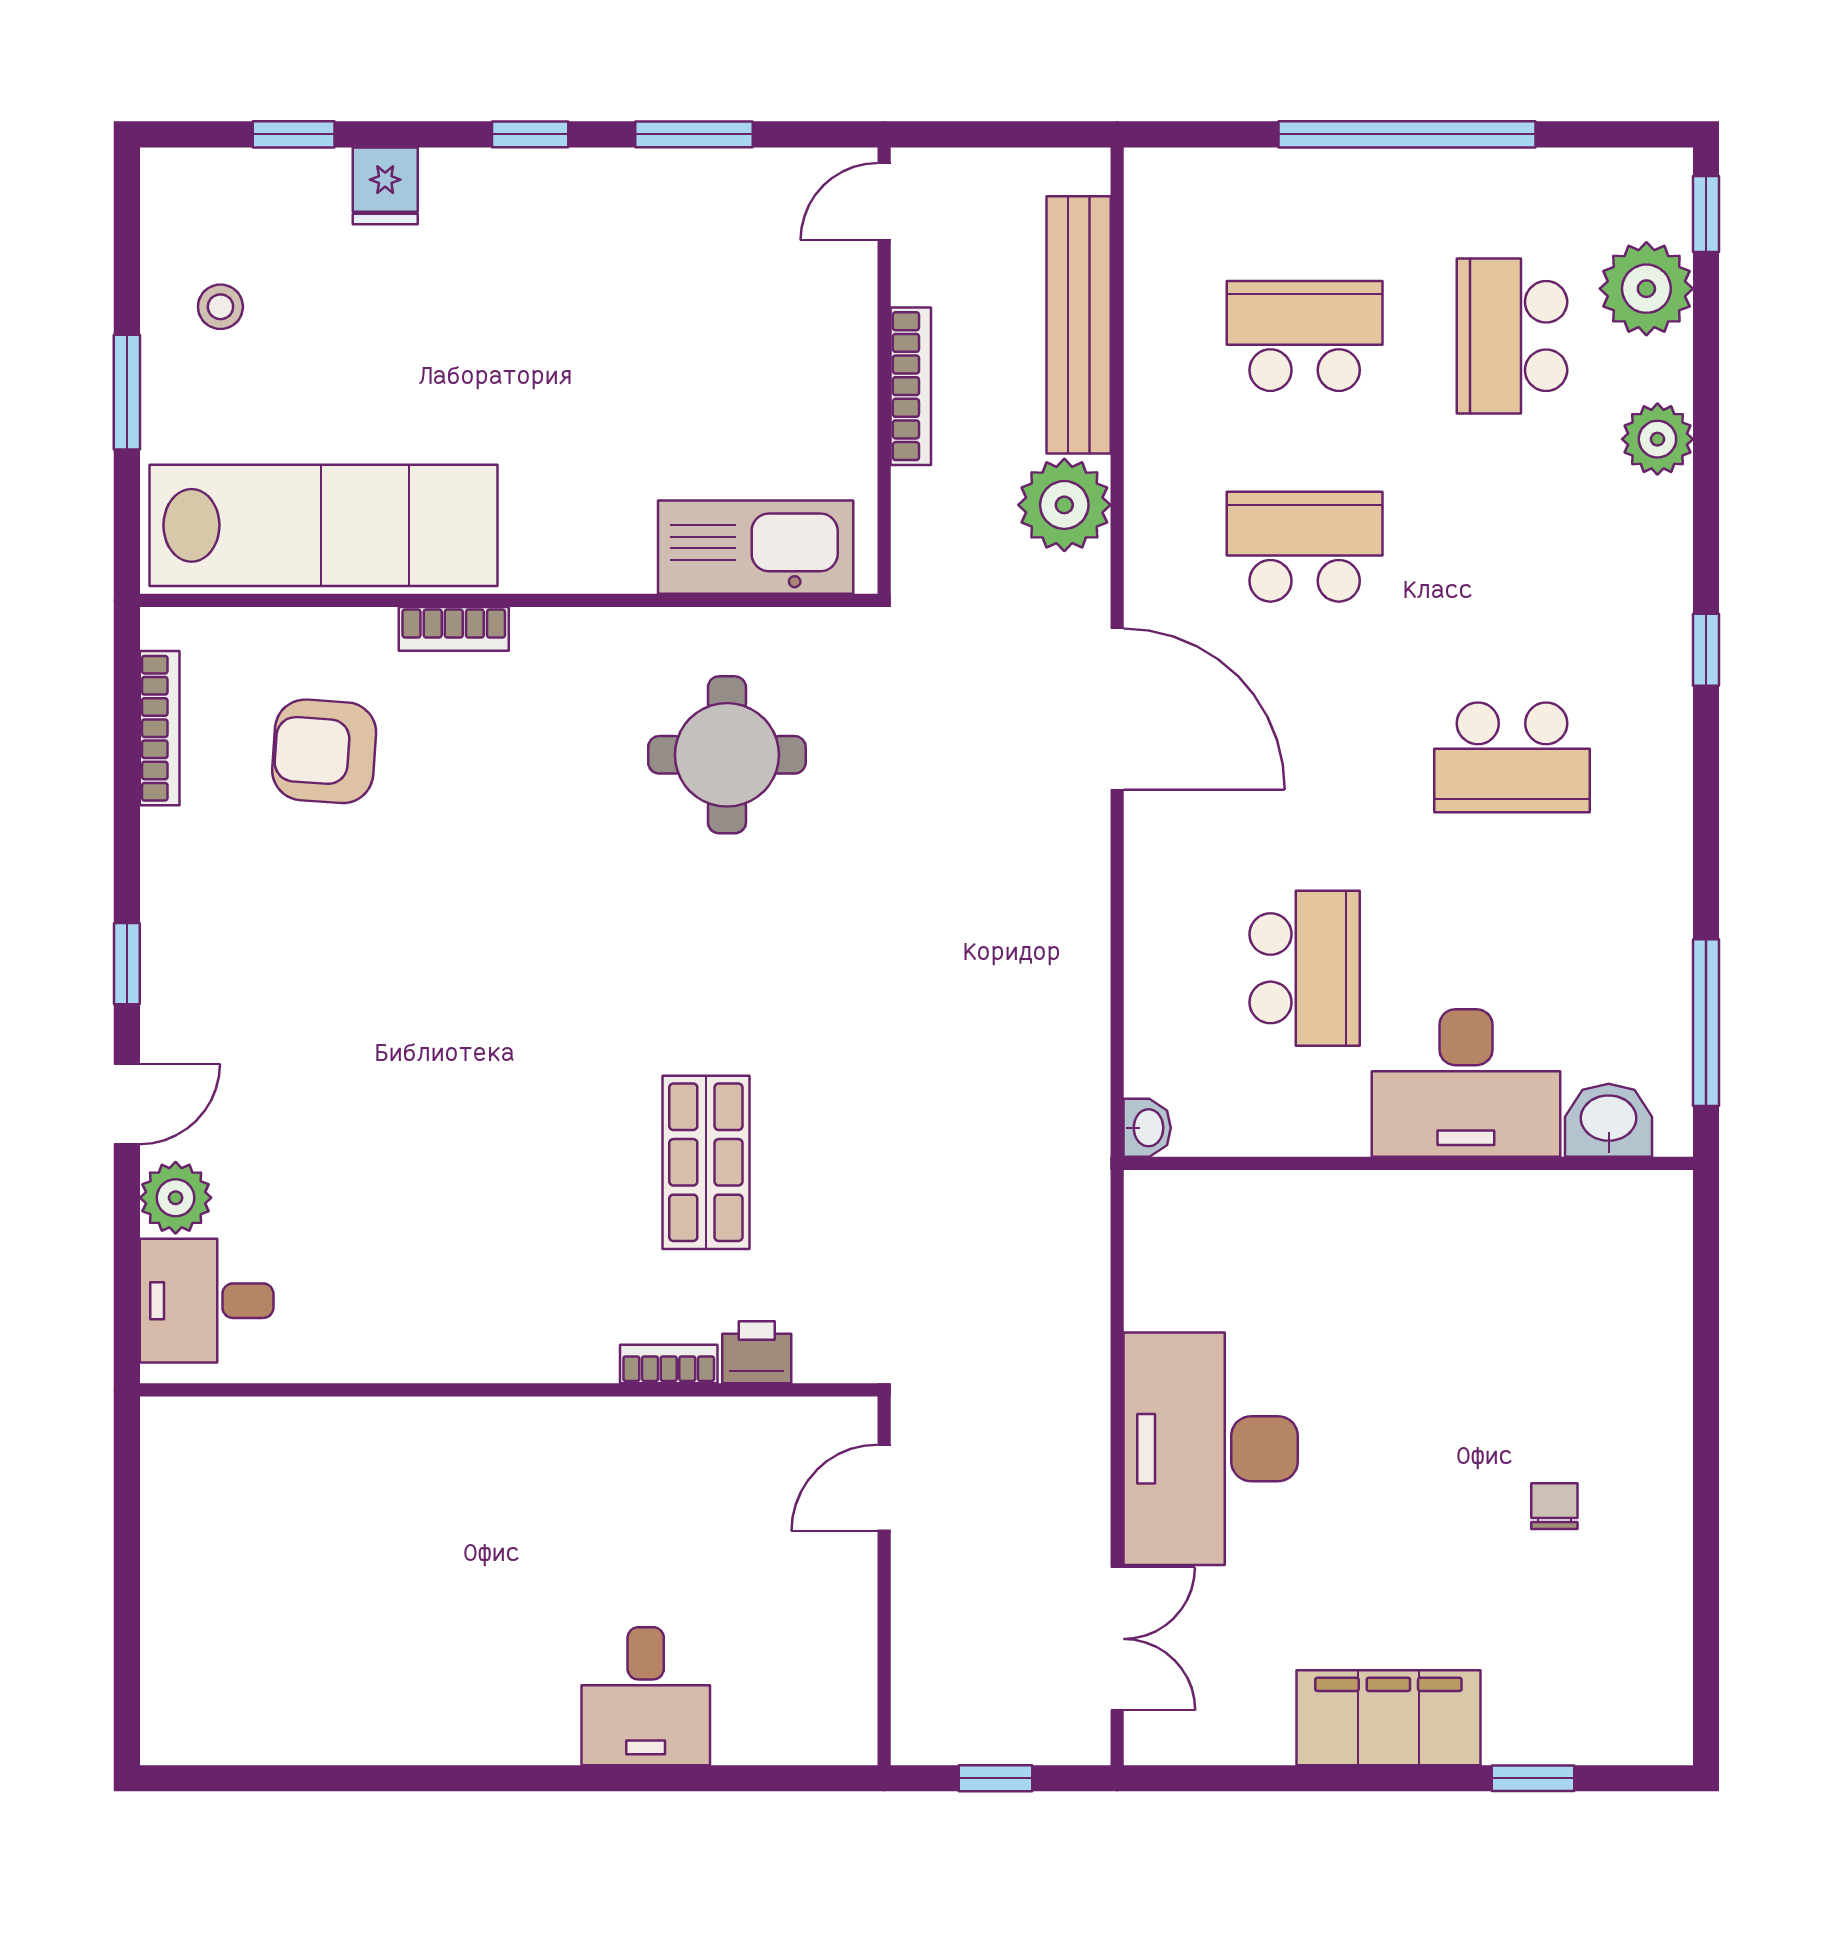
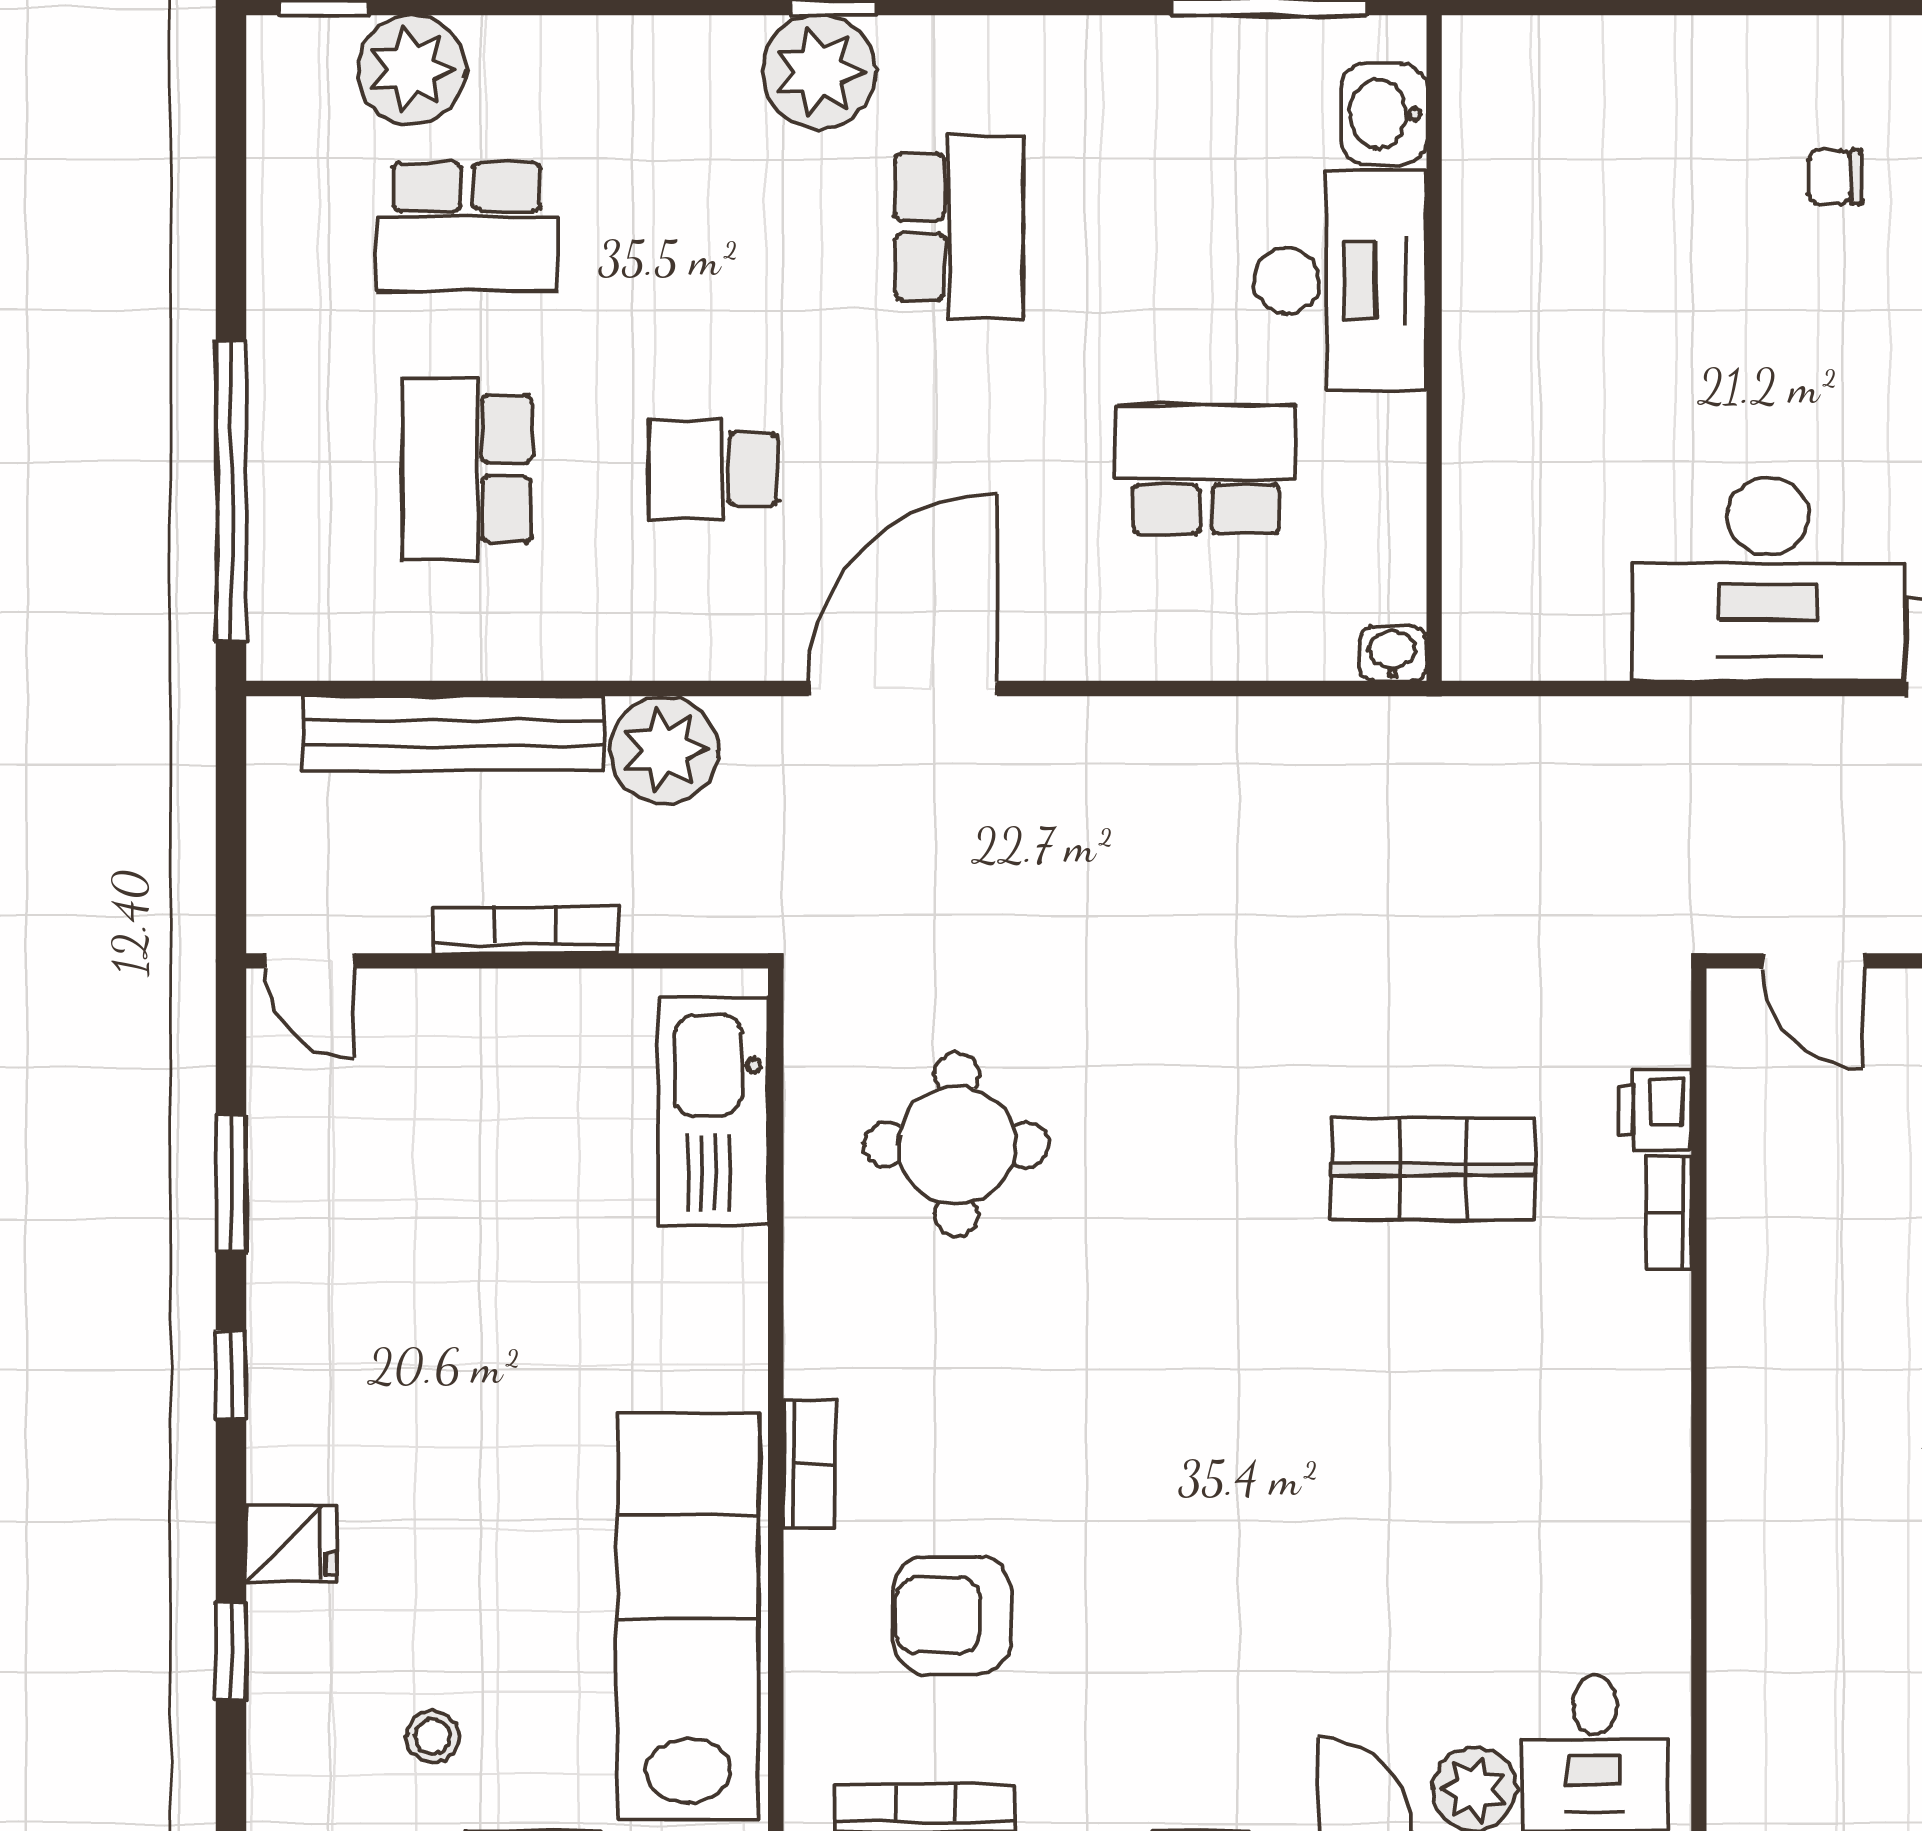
window: (1407, 134) -> (231, 491), moved
plant: (1657, 439) -> (819, 72), moved, width x1.36, depth x1.36
school desk: (1305, 547) -> (713, 469), width x0.54
armchair: (324, 751) -> (952, 1615), turned 86

